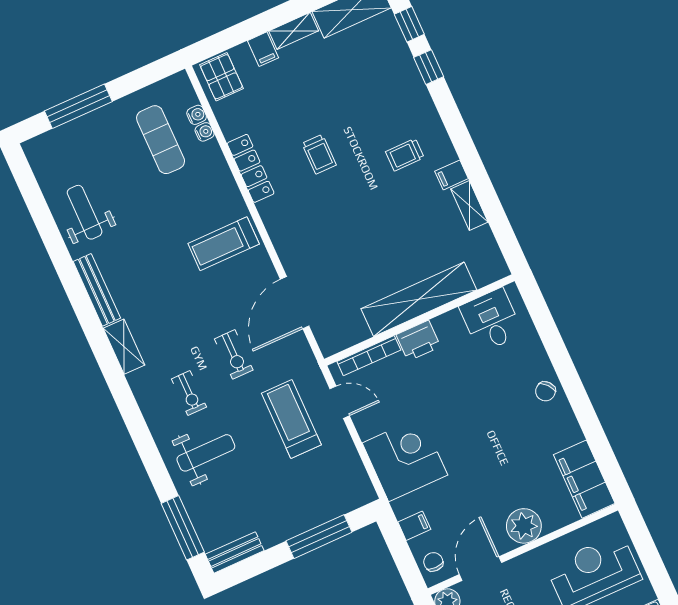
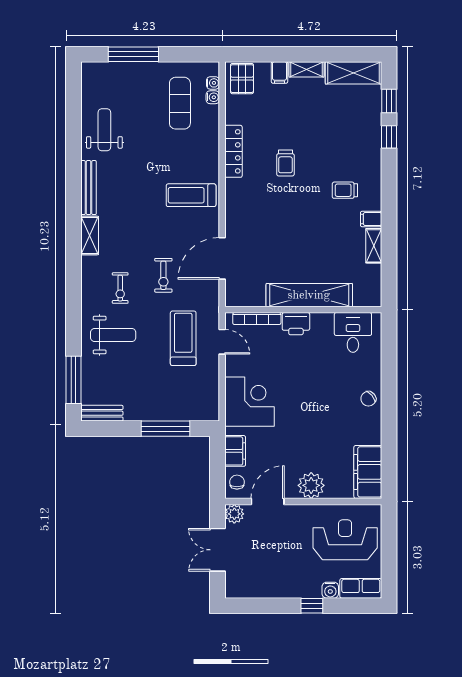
water cooler: (205, 132) -> (213, 83), moved
filing cabinet: (414, 526) -> (235, 451), width x2.00

